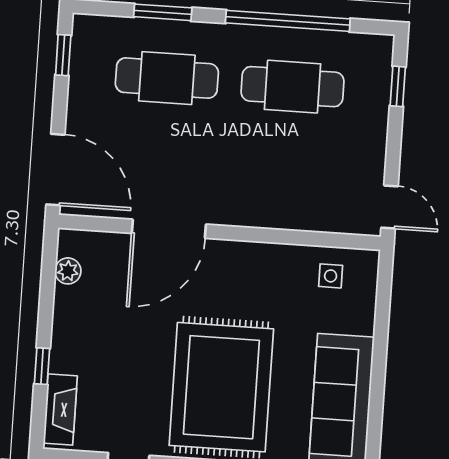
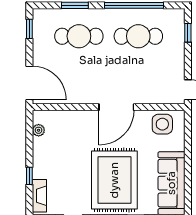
door: (169, 229) -> (116, 107), moved
side table: (331, 276) -> (162, 124), width x1.87, depth x1.87

